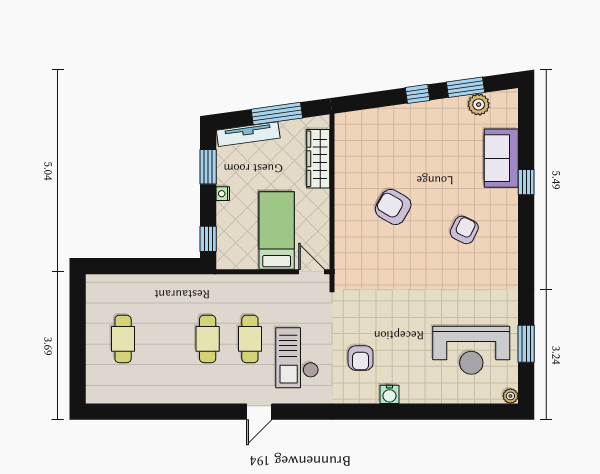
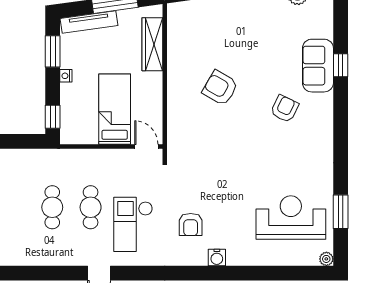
sofa: (501, 158) -> (318, 66), moved
reception desk: (471, 350) -> (291, 218), turned 180

